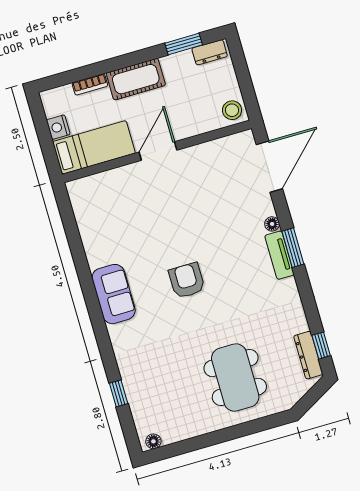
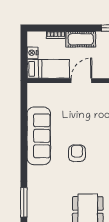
sofa: (114, 294) -> (39, 136), width x1.85, depth x1.27
window: (119, 393) -> (24, 202), width x2.17

